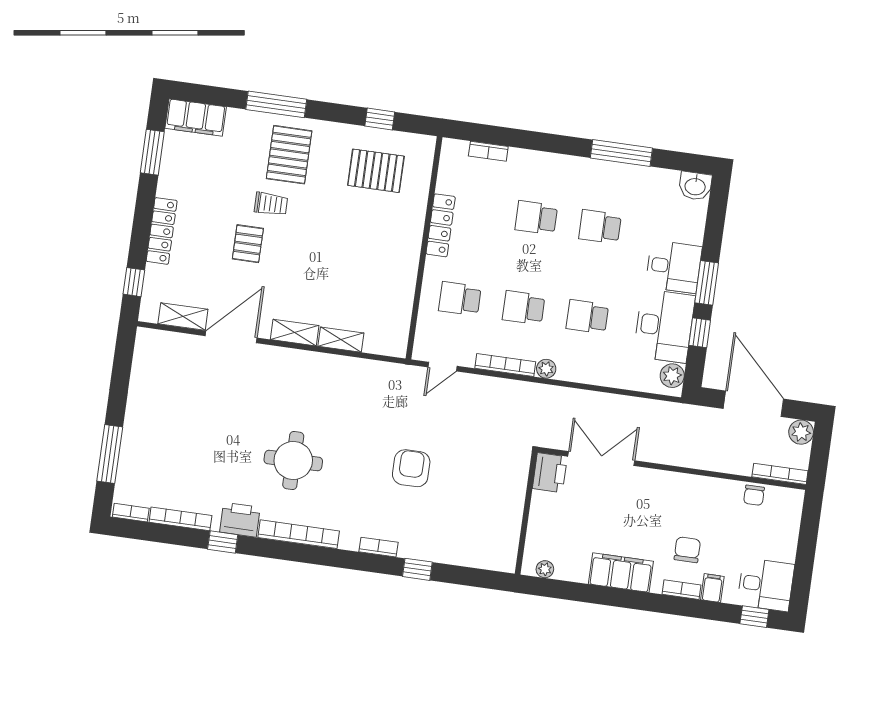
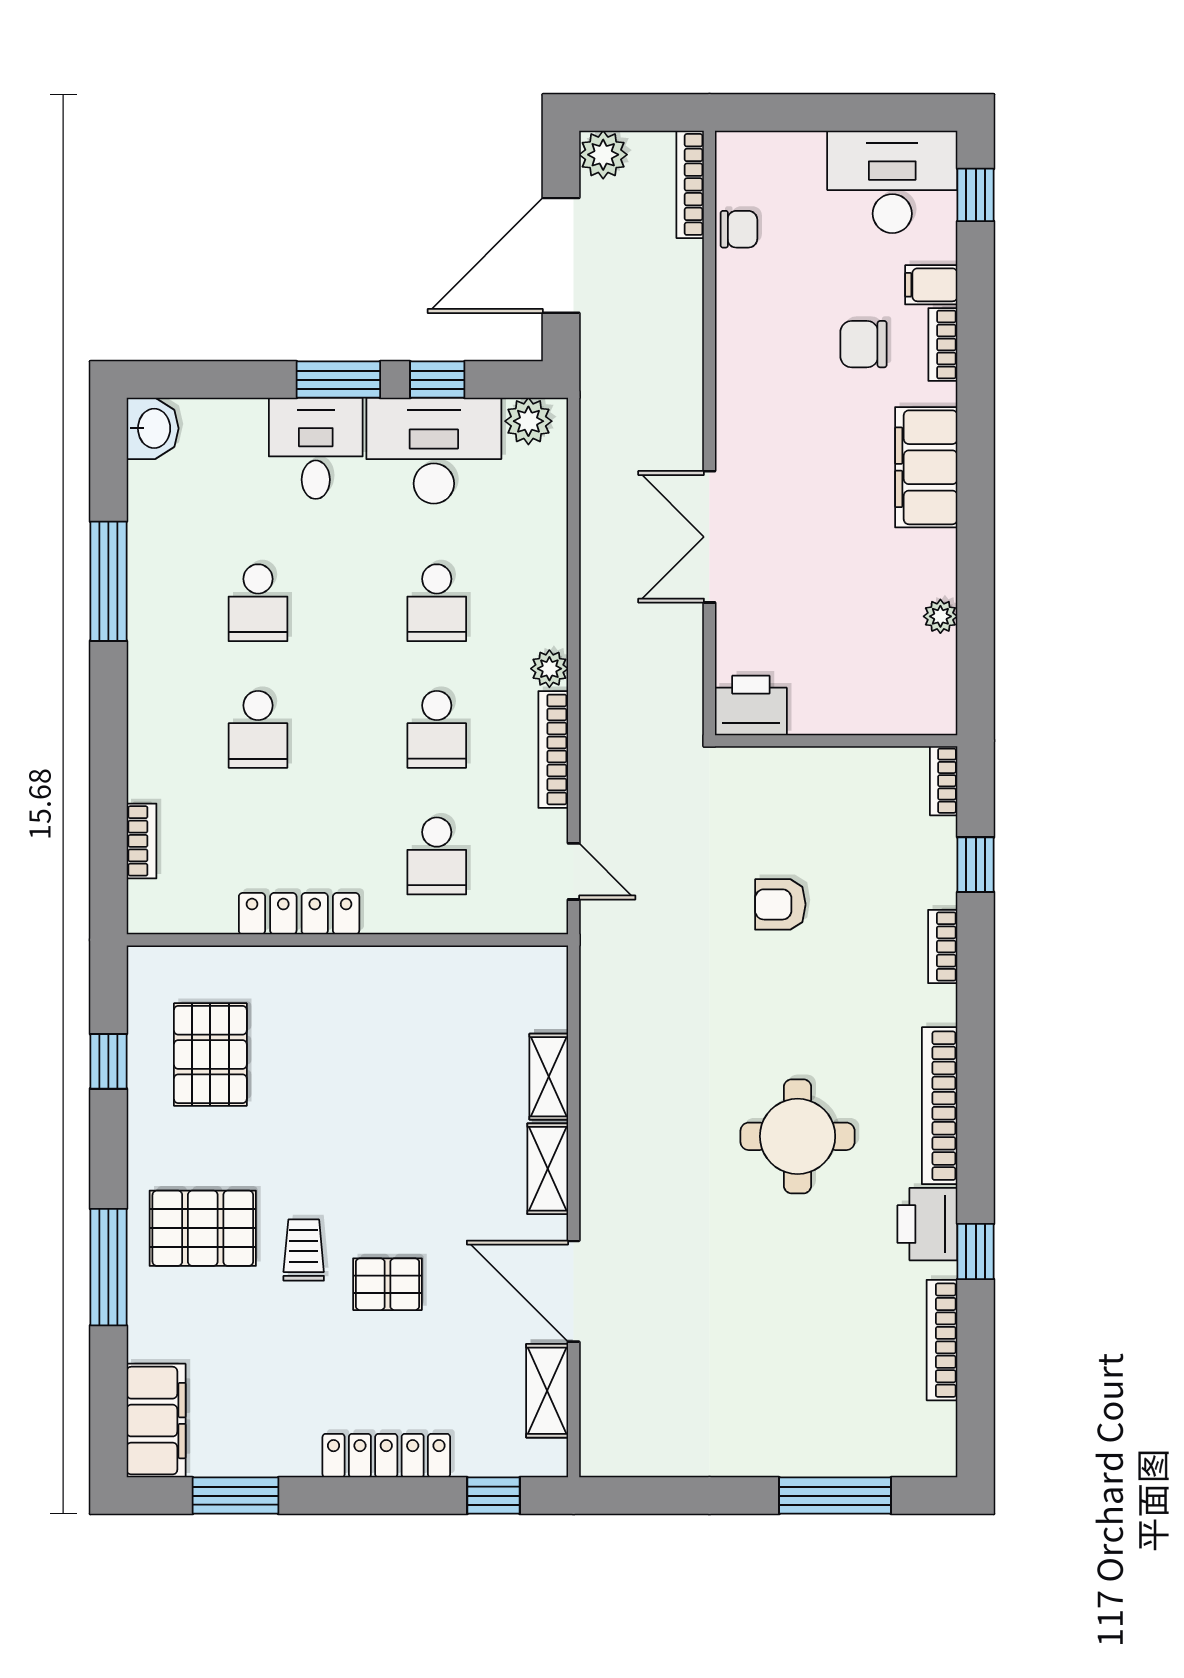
armchair: (411, 468) -> (780, 904), width x0.72, depth x0.72
printer: (550, 473) -> (751, 706), moved
bookcase: (131, 513) -> (944, 781), moved
wall: (526, 513) -> (836, 741), moved
desk: (766, 585) -> (892, 182), width x1.37

